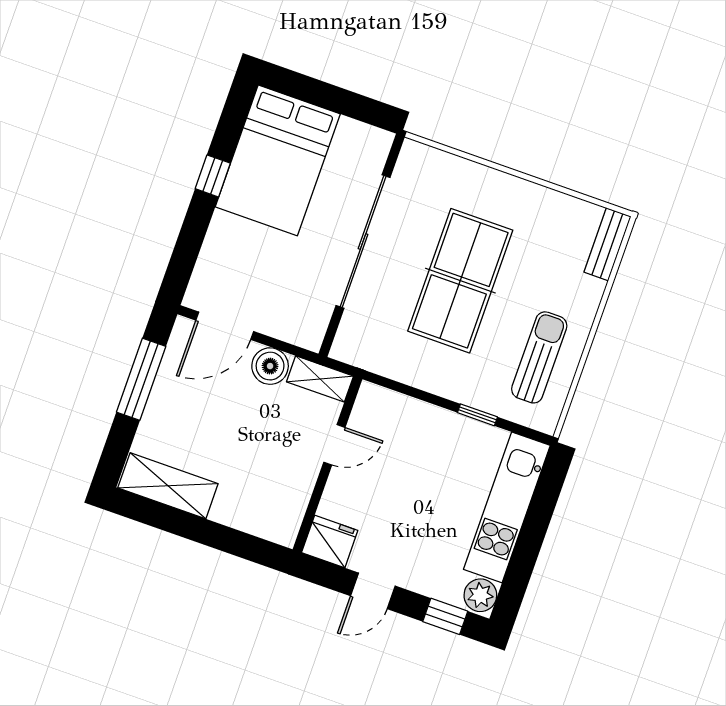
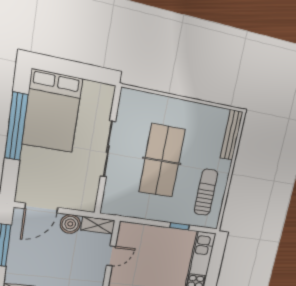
window: (213, 176) -> (16, 126), width x3.17
sliding door: (363, 242) -> (108, 149), width x0.73
bench: (607, 244) -> (232, 135), width x1.36

